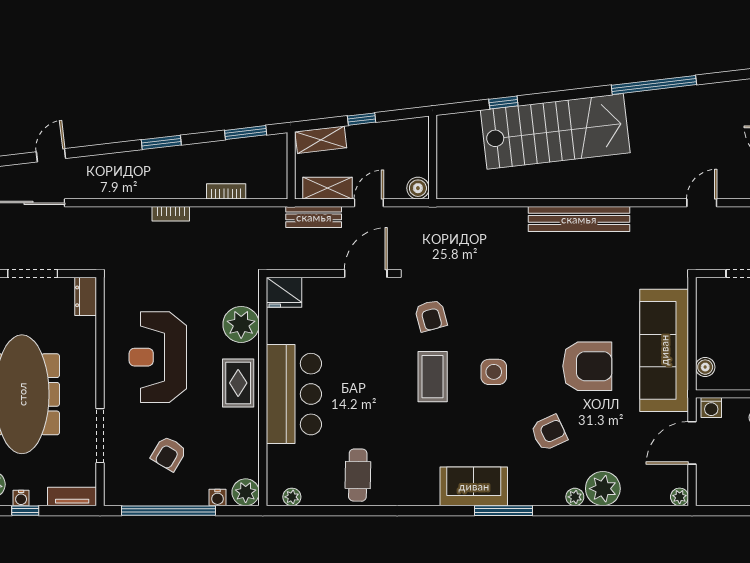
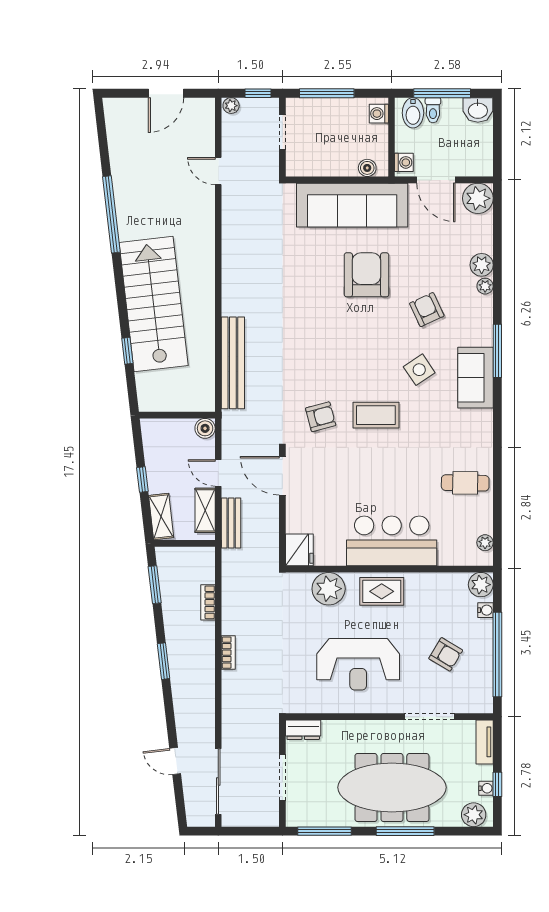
bench: (579, 219) -> (233, 363), moved
side table: (494, 372) -> (419, 370), moved, turned -34
plant: (603, 489) -> (482, 265), width x0.73, depth x0.73
plant: (680, 497) -> (478, 198), width x1.88, depth x1.88

